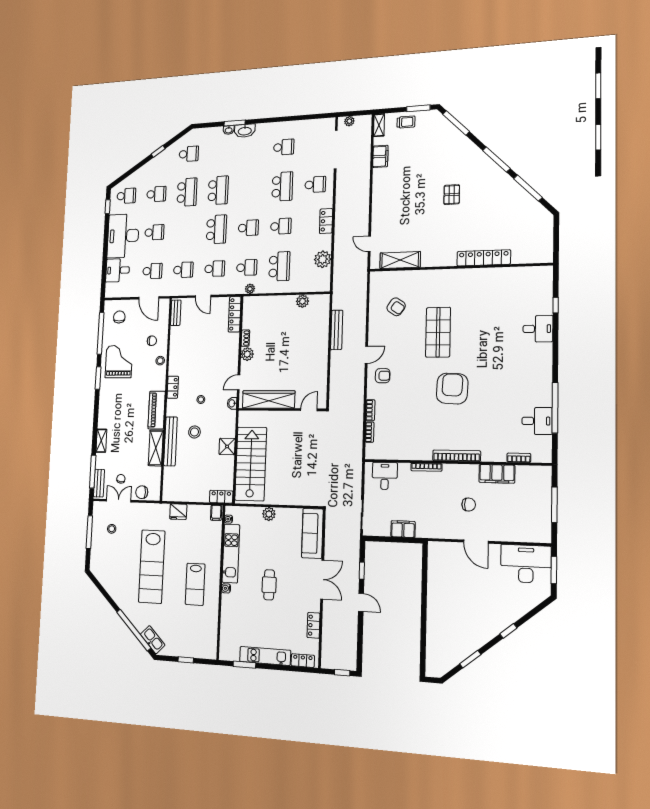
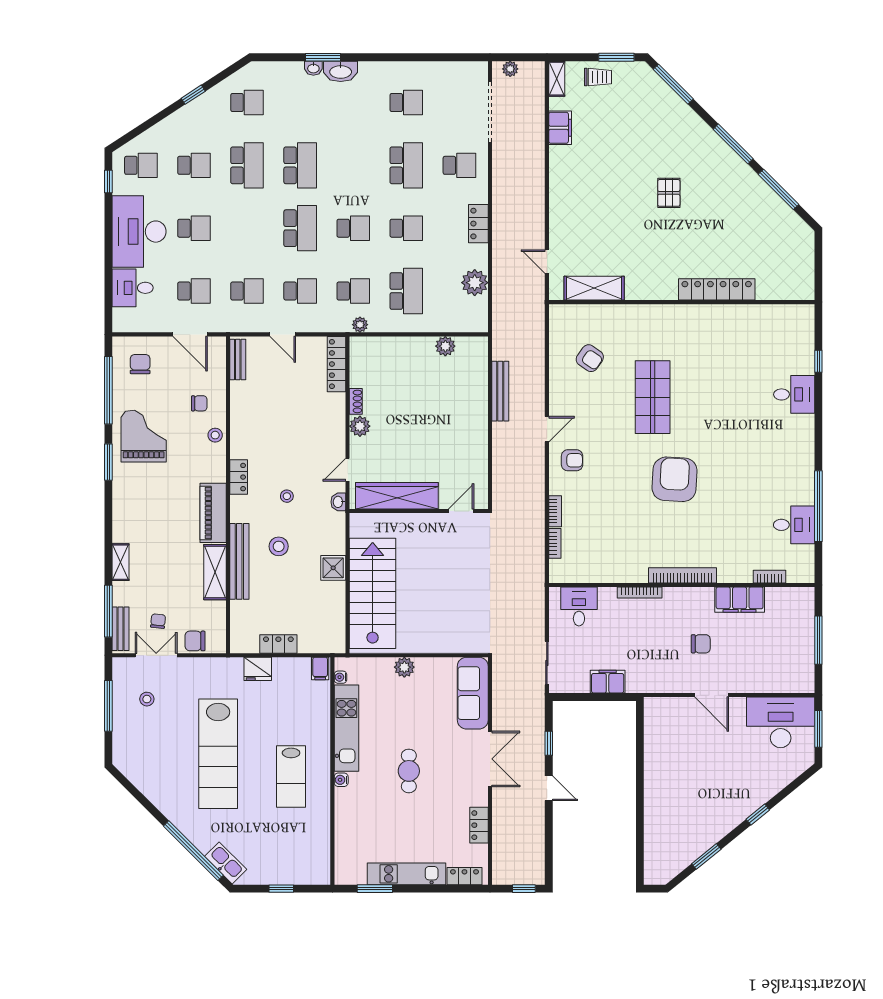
locker: (221, 497) -> (278, 644), moved

